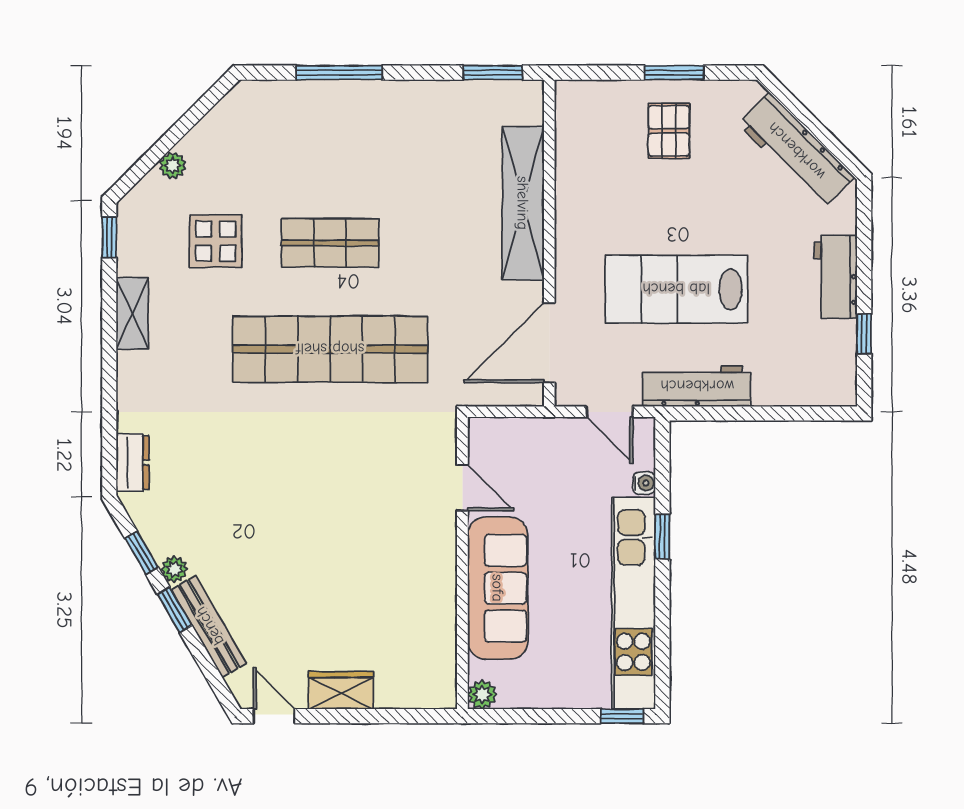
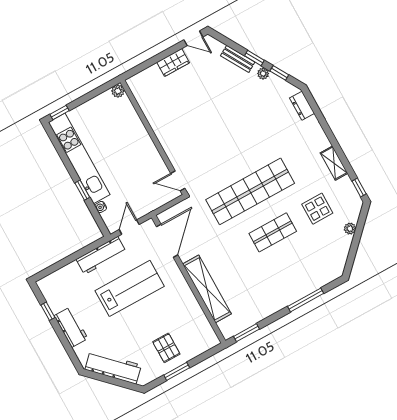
door: (610, 412) -> (129, 227), hinge flipped
door: (462, 488) -> (178, 181), moved
sofa: (498, 588) -> (135, 135), removed
bench: (209, 626) -> (238, 59), width x0.73

